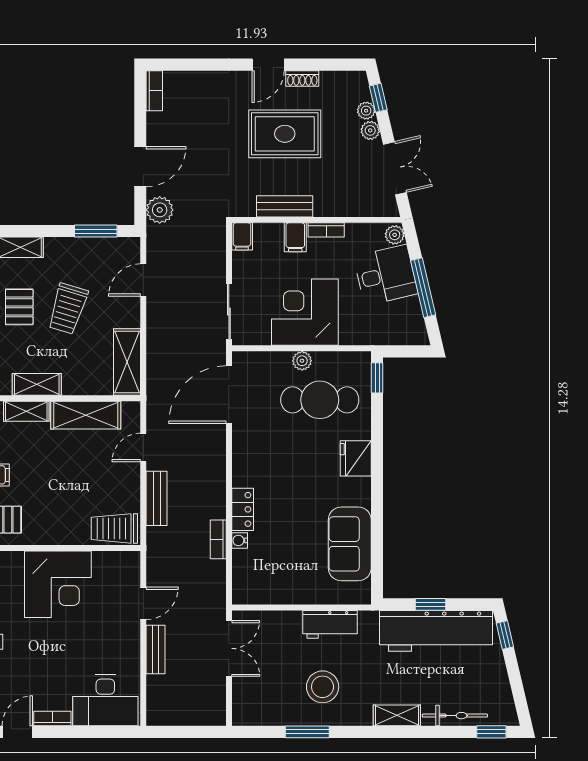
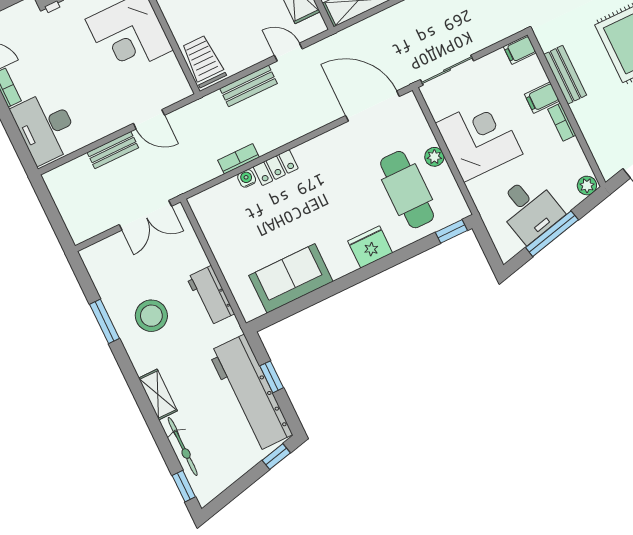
desk: (386, 275) -> (529, 209), moved

